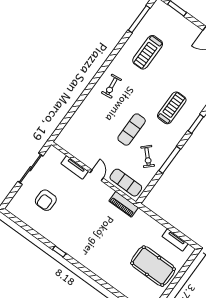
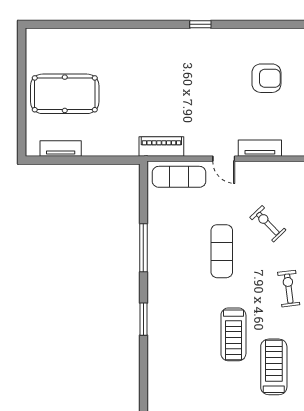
treadmill: (172, 108) -> (233, 334), moved
exercise bike: (148, 156) -> (268, 224), moved
armchair: (46, 200) -> (266, 78), turned 90

